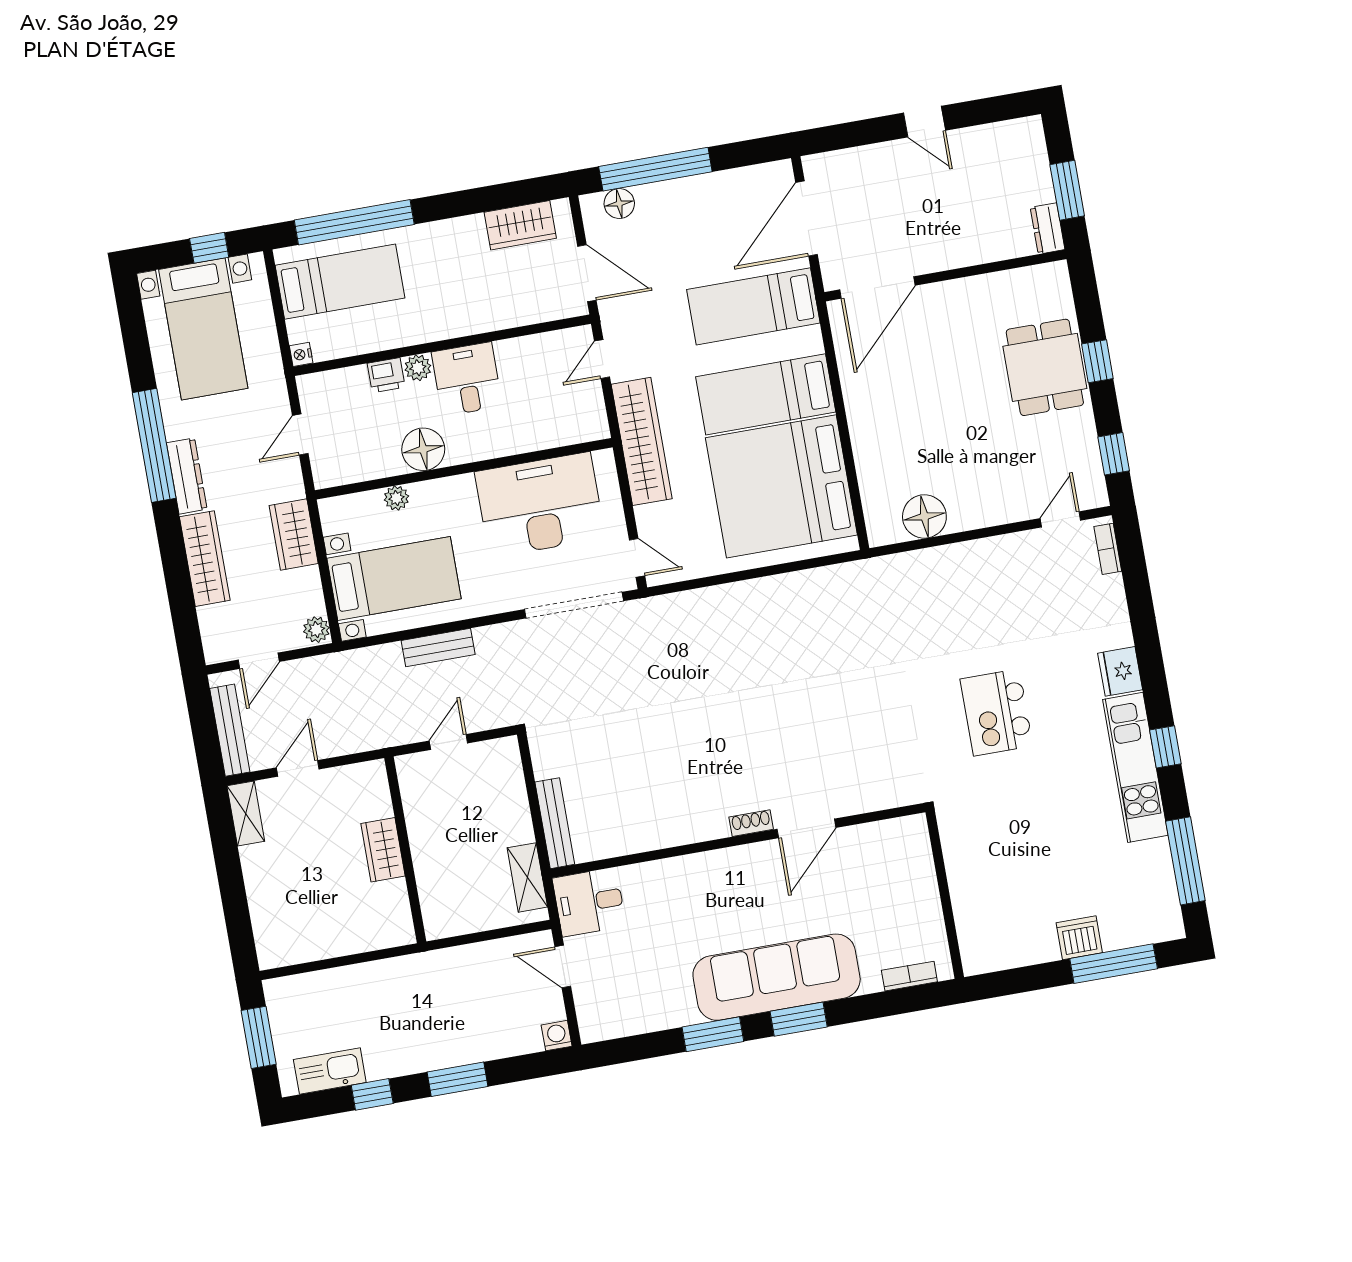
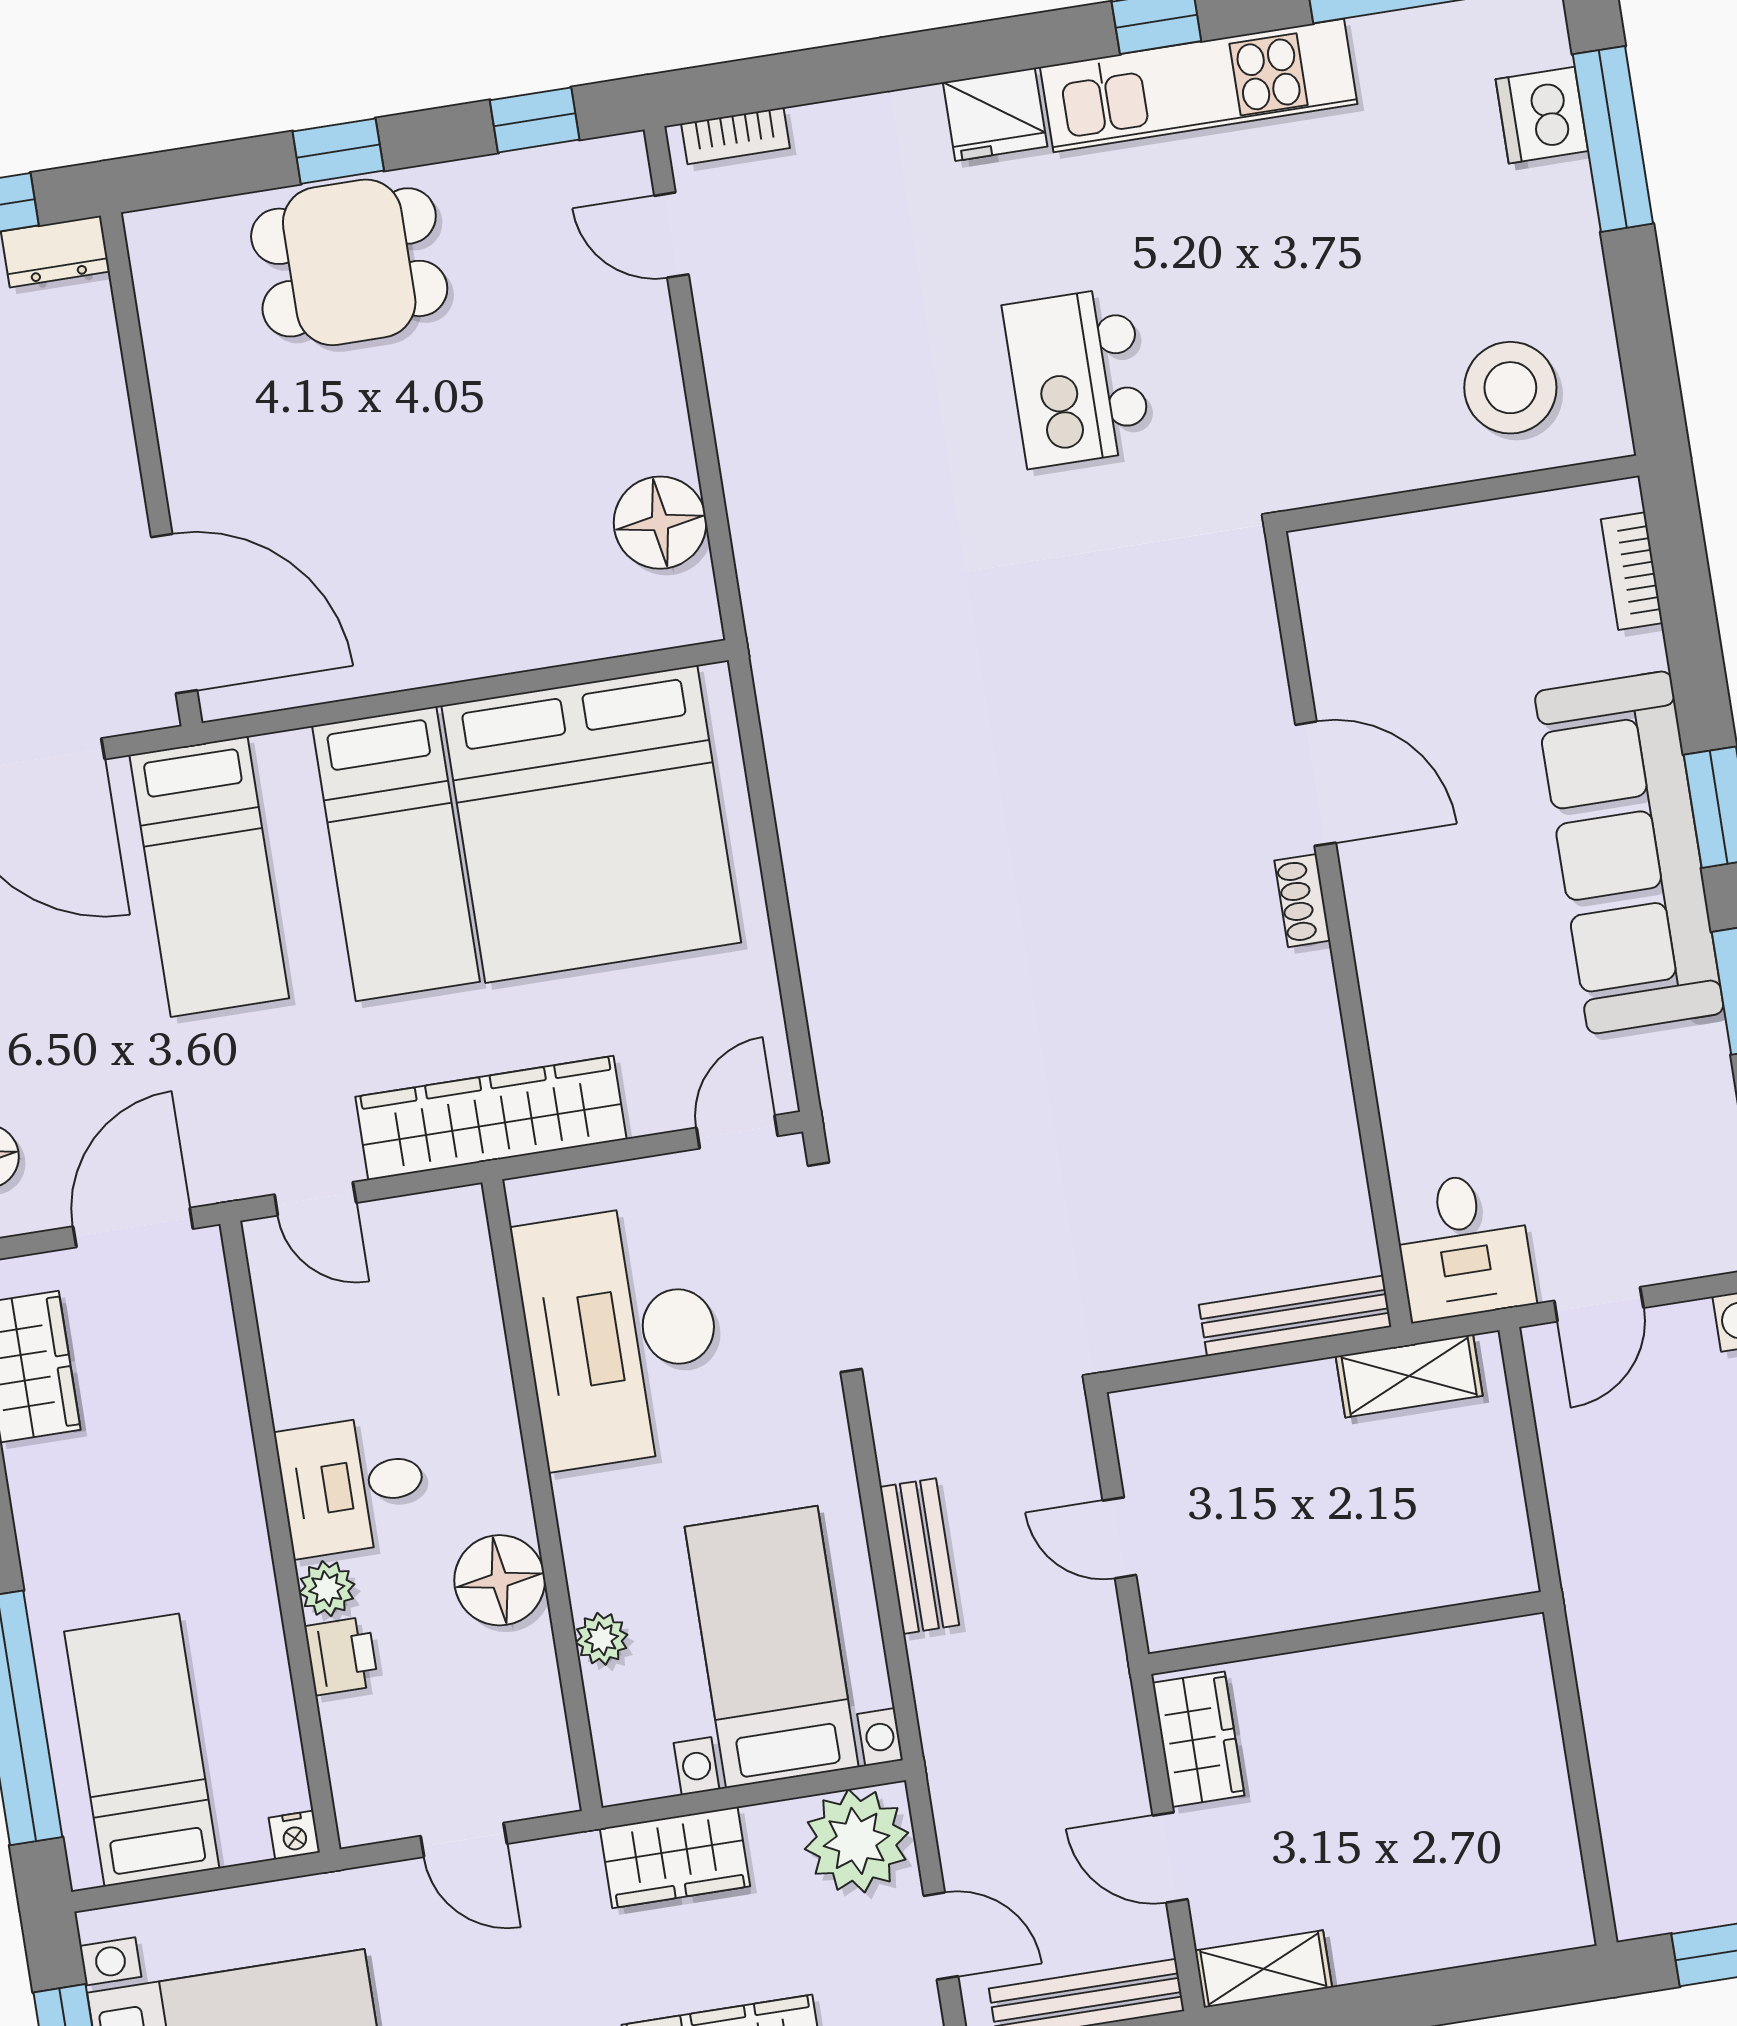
plant: (316, 630) -> (857, 1841), width x1.87, depth x1.87
kitchen island: (996, 712) -> (1077, 377), turned 90
wardrobe: (383, 850) -> (1198, 1739), moved, turned -90
stool: (995, 917) -> (1510, 388), added
dishwasher: (1079, 938) -> (1542, 115), moved

